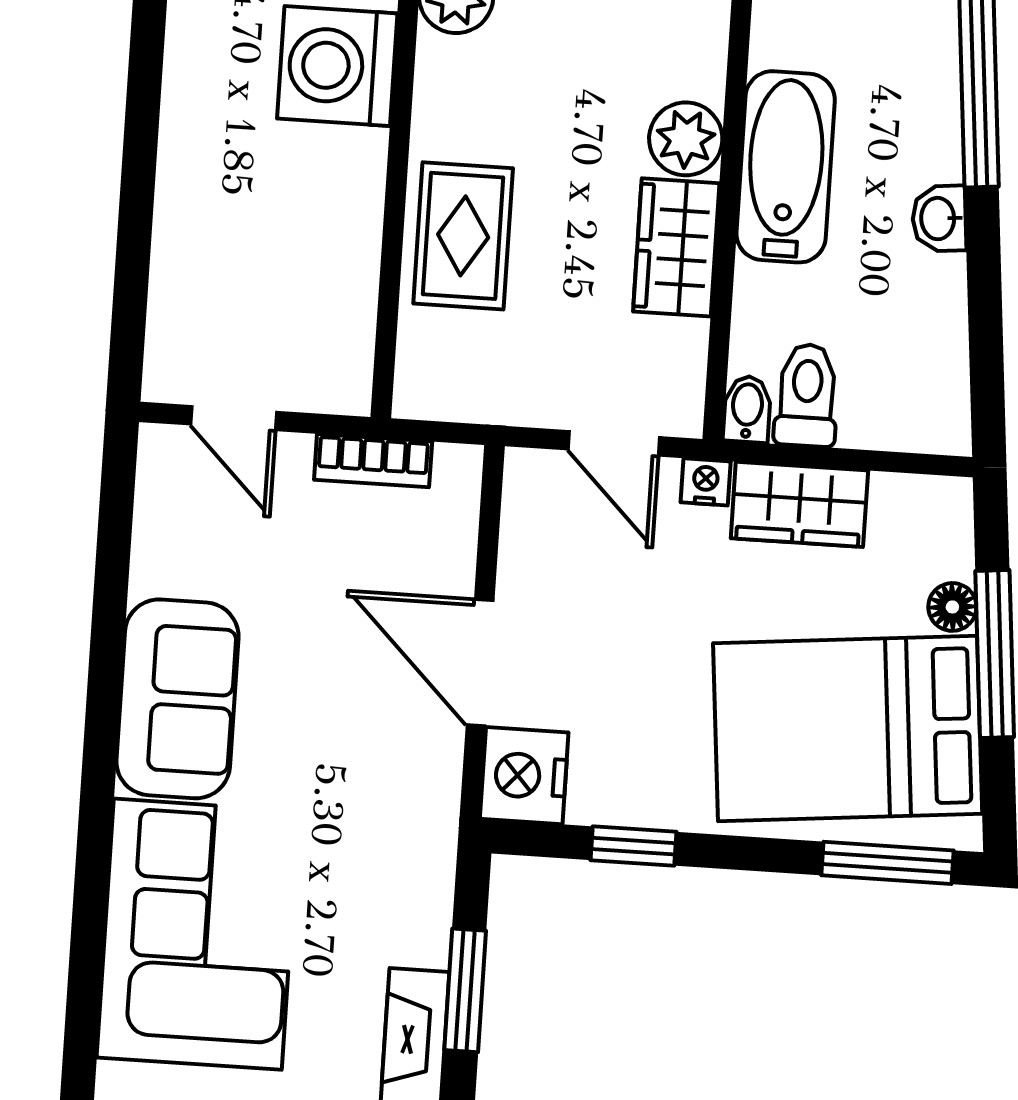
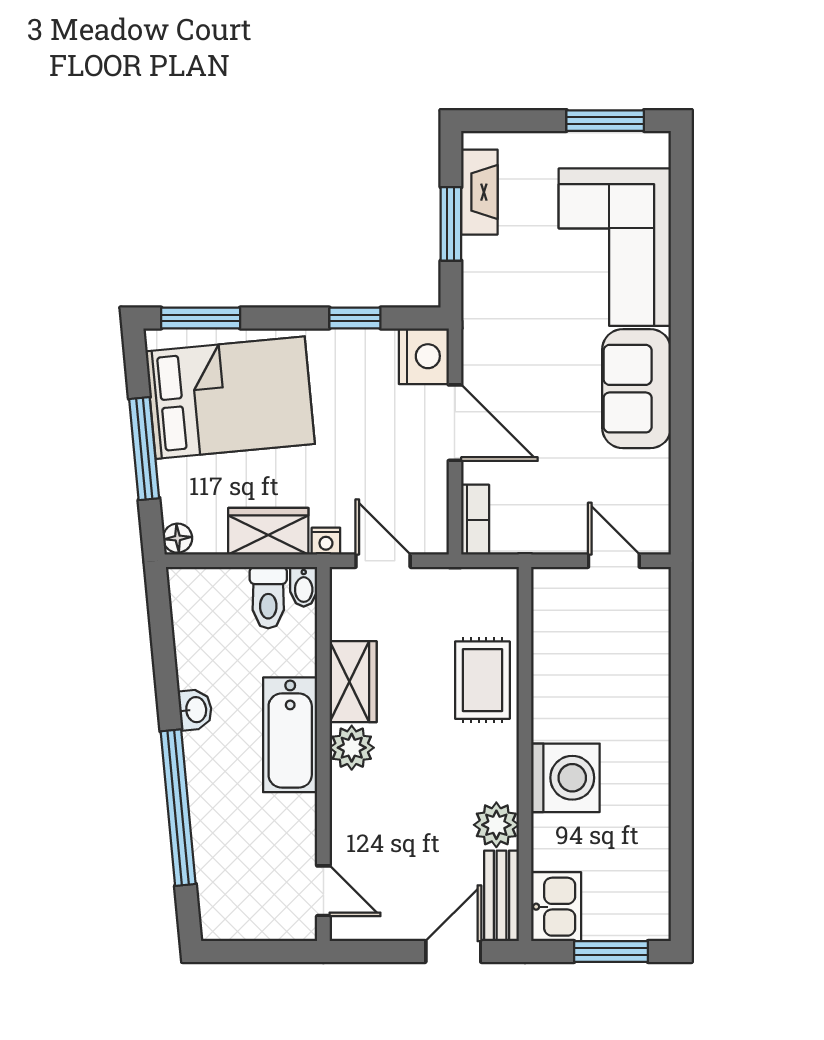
bookcase: (373, 461) -> (475, 520), moved, turned 90
floor lamp: (952, 607) -> (178, 538), moved

